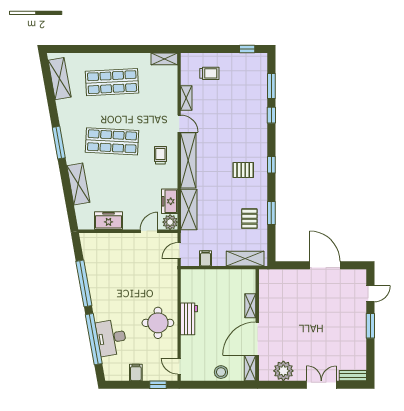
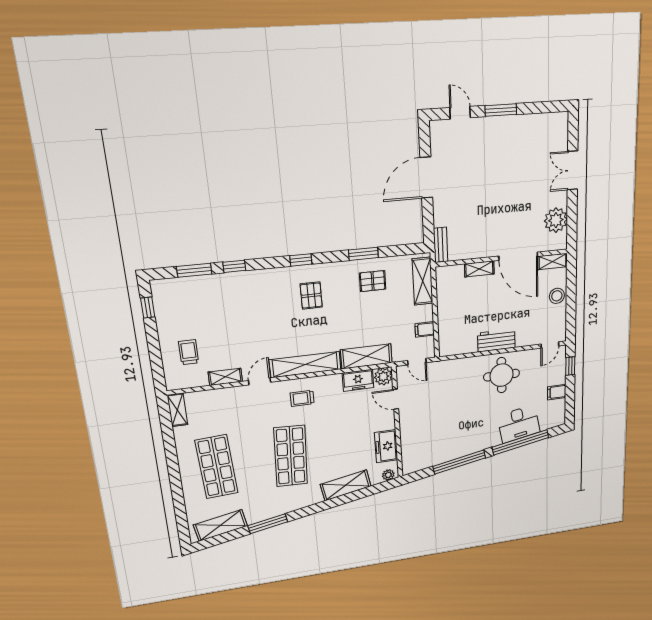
window: (59, 143) -> (268, 524), moved
plant: (82, 221) -> (388, 475), added
bench: (353, 376) -> (441, 245), moved

